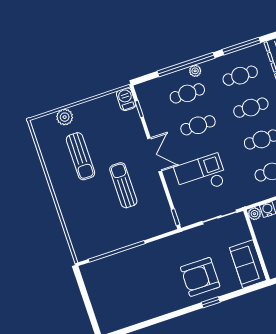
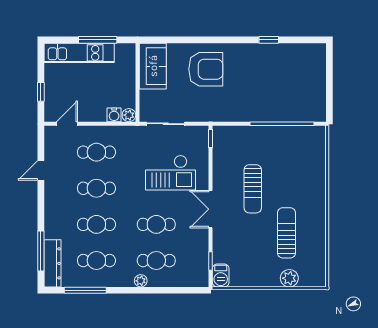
window: (186, 65) -> (148, 290), removed
window: (211, 302) -> (269, 40), moved

